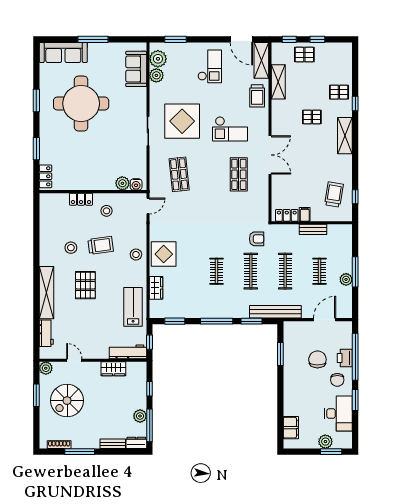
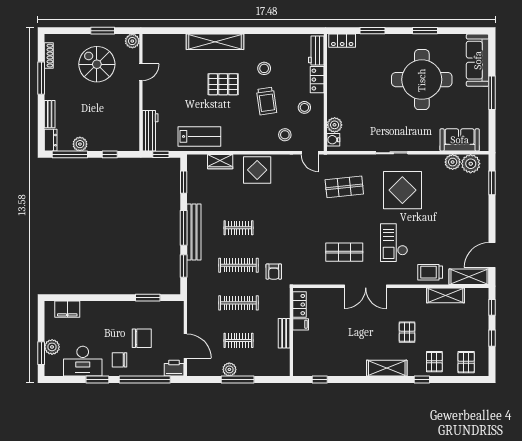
pallet: (304, 55) -> (466, 362), moved
checkout: (210, 66) -> (462, 220), removed
trolley: (334, 194) -> (322, 356), removed
stool: (136, 255) -> (285, 135), moved
bench: (275, 312) -> (194, 232), moved
workbench: (46, 333) -> (316, 51), moved, turned 90
printer: (345, 358) -> (174, 368), moved
wardrobe: (113, 369) -> (132, 115), removed

